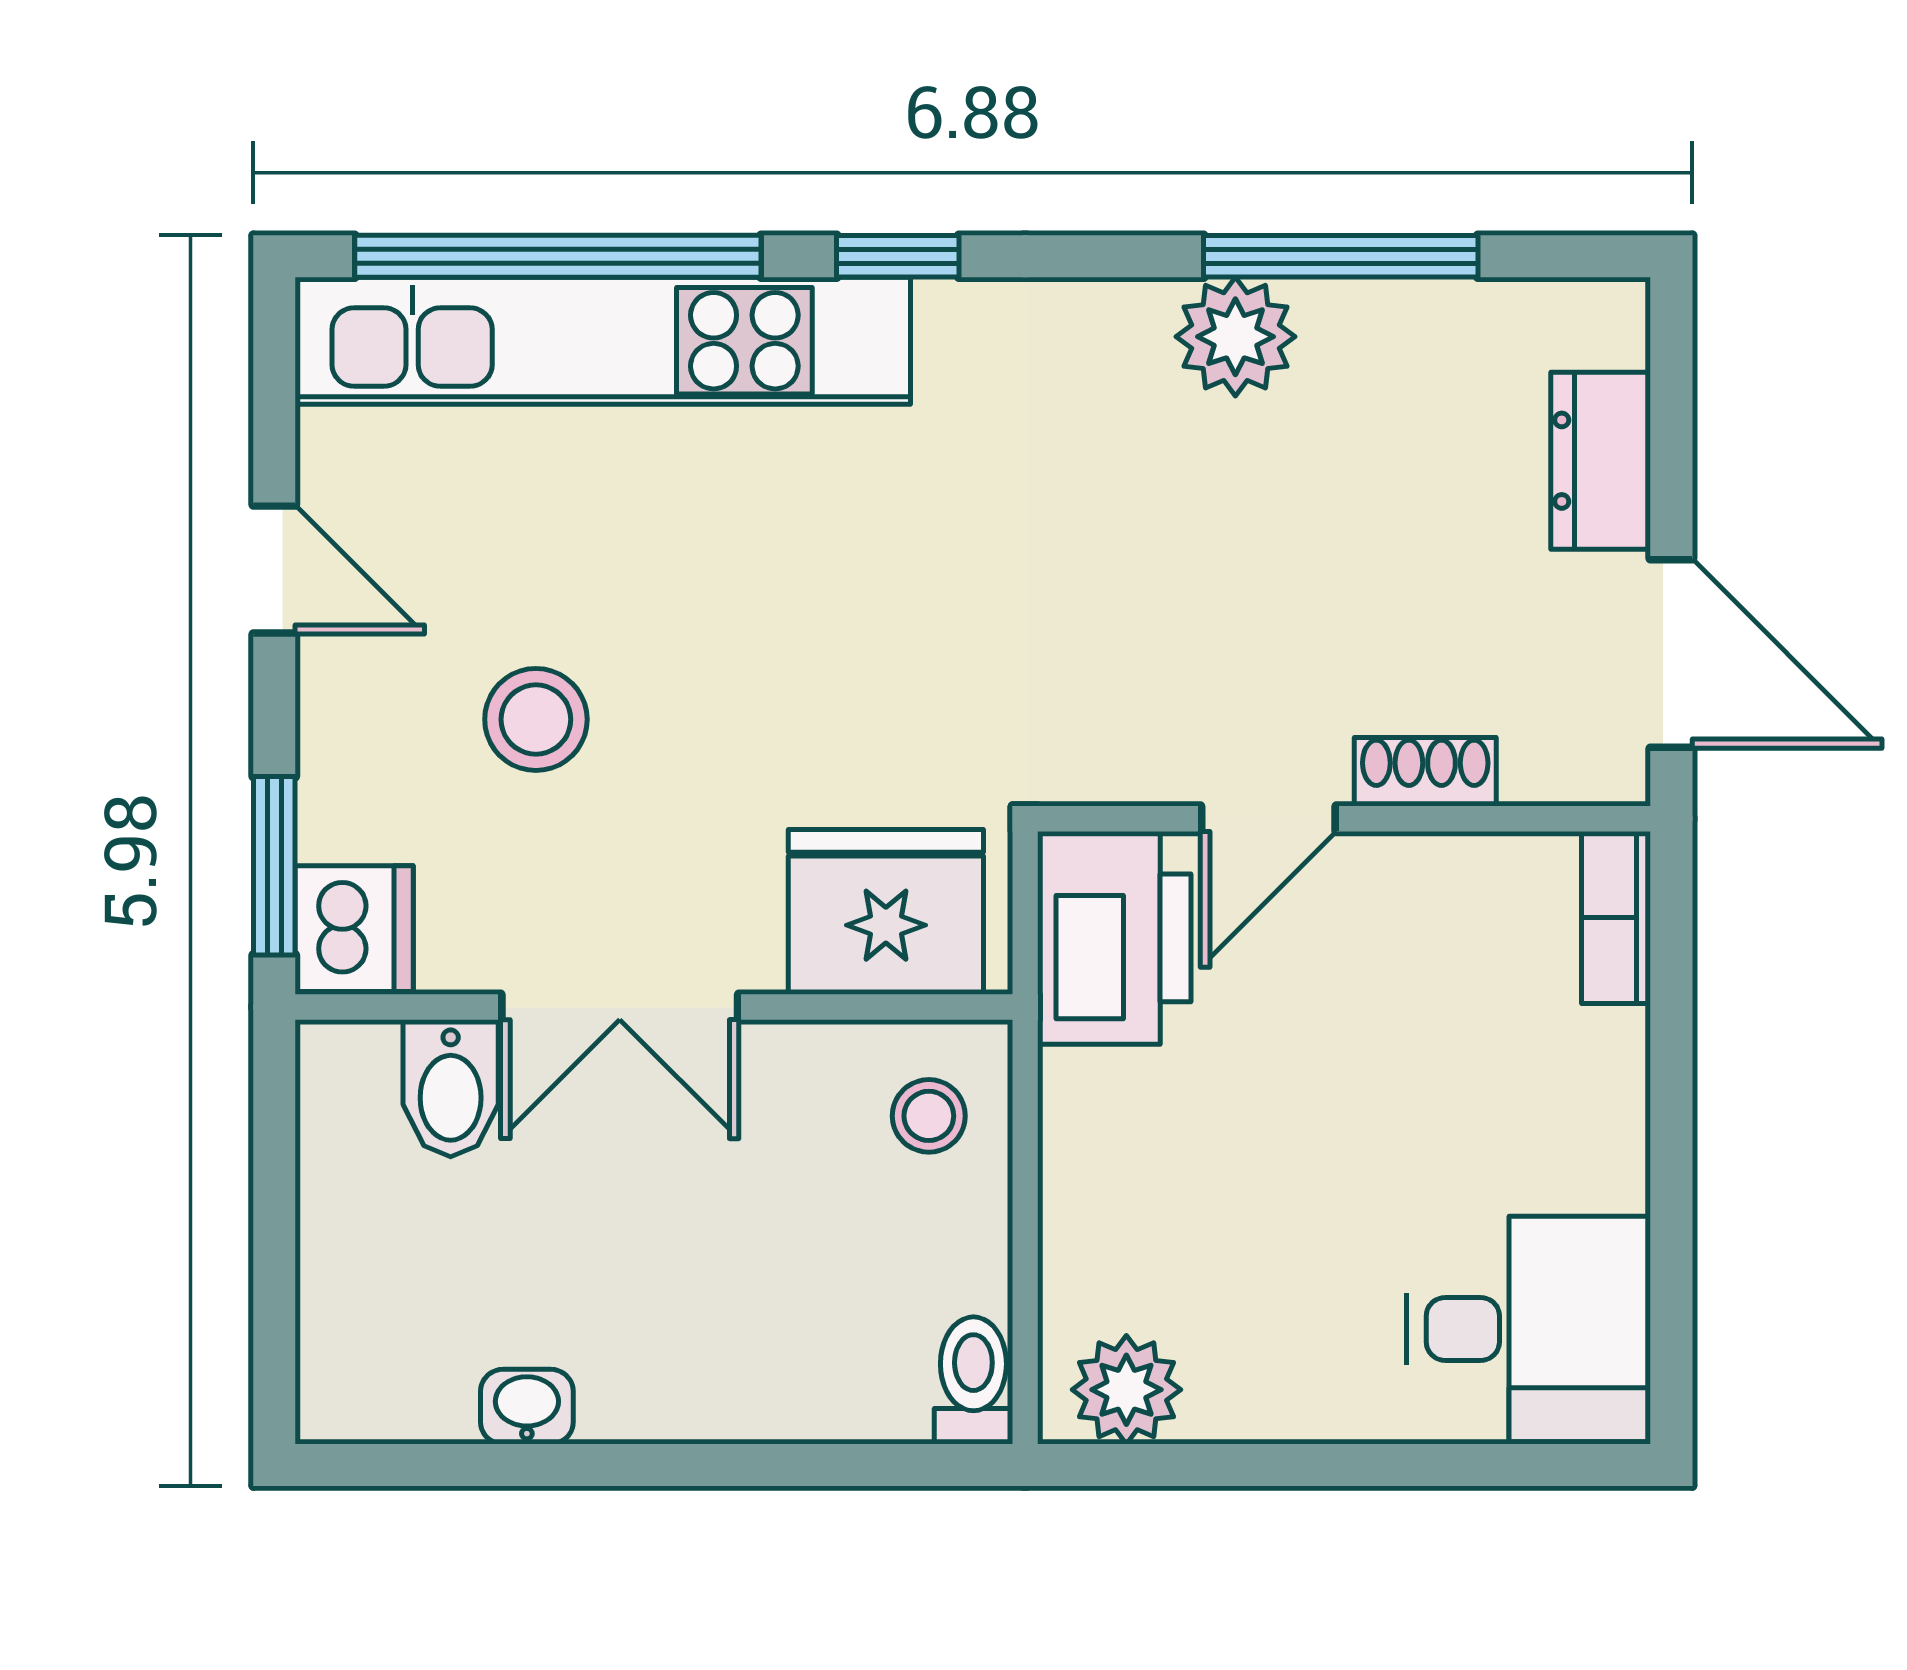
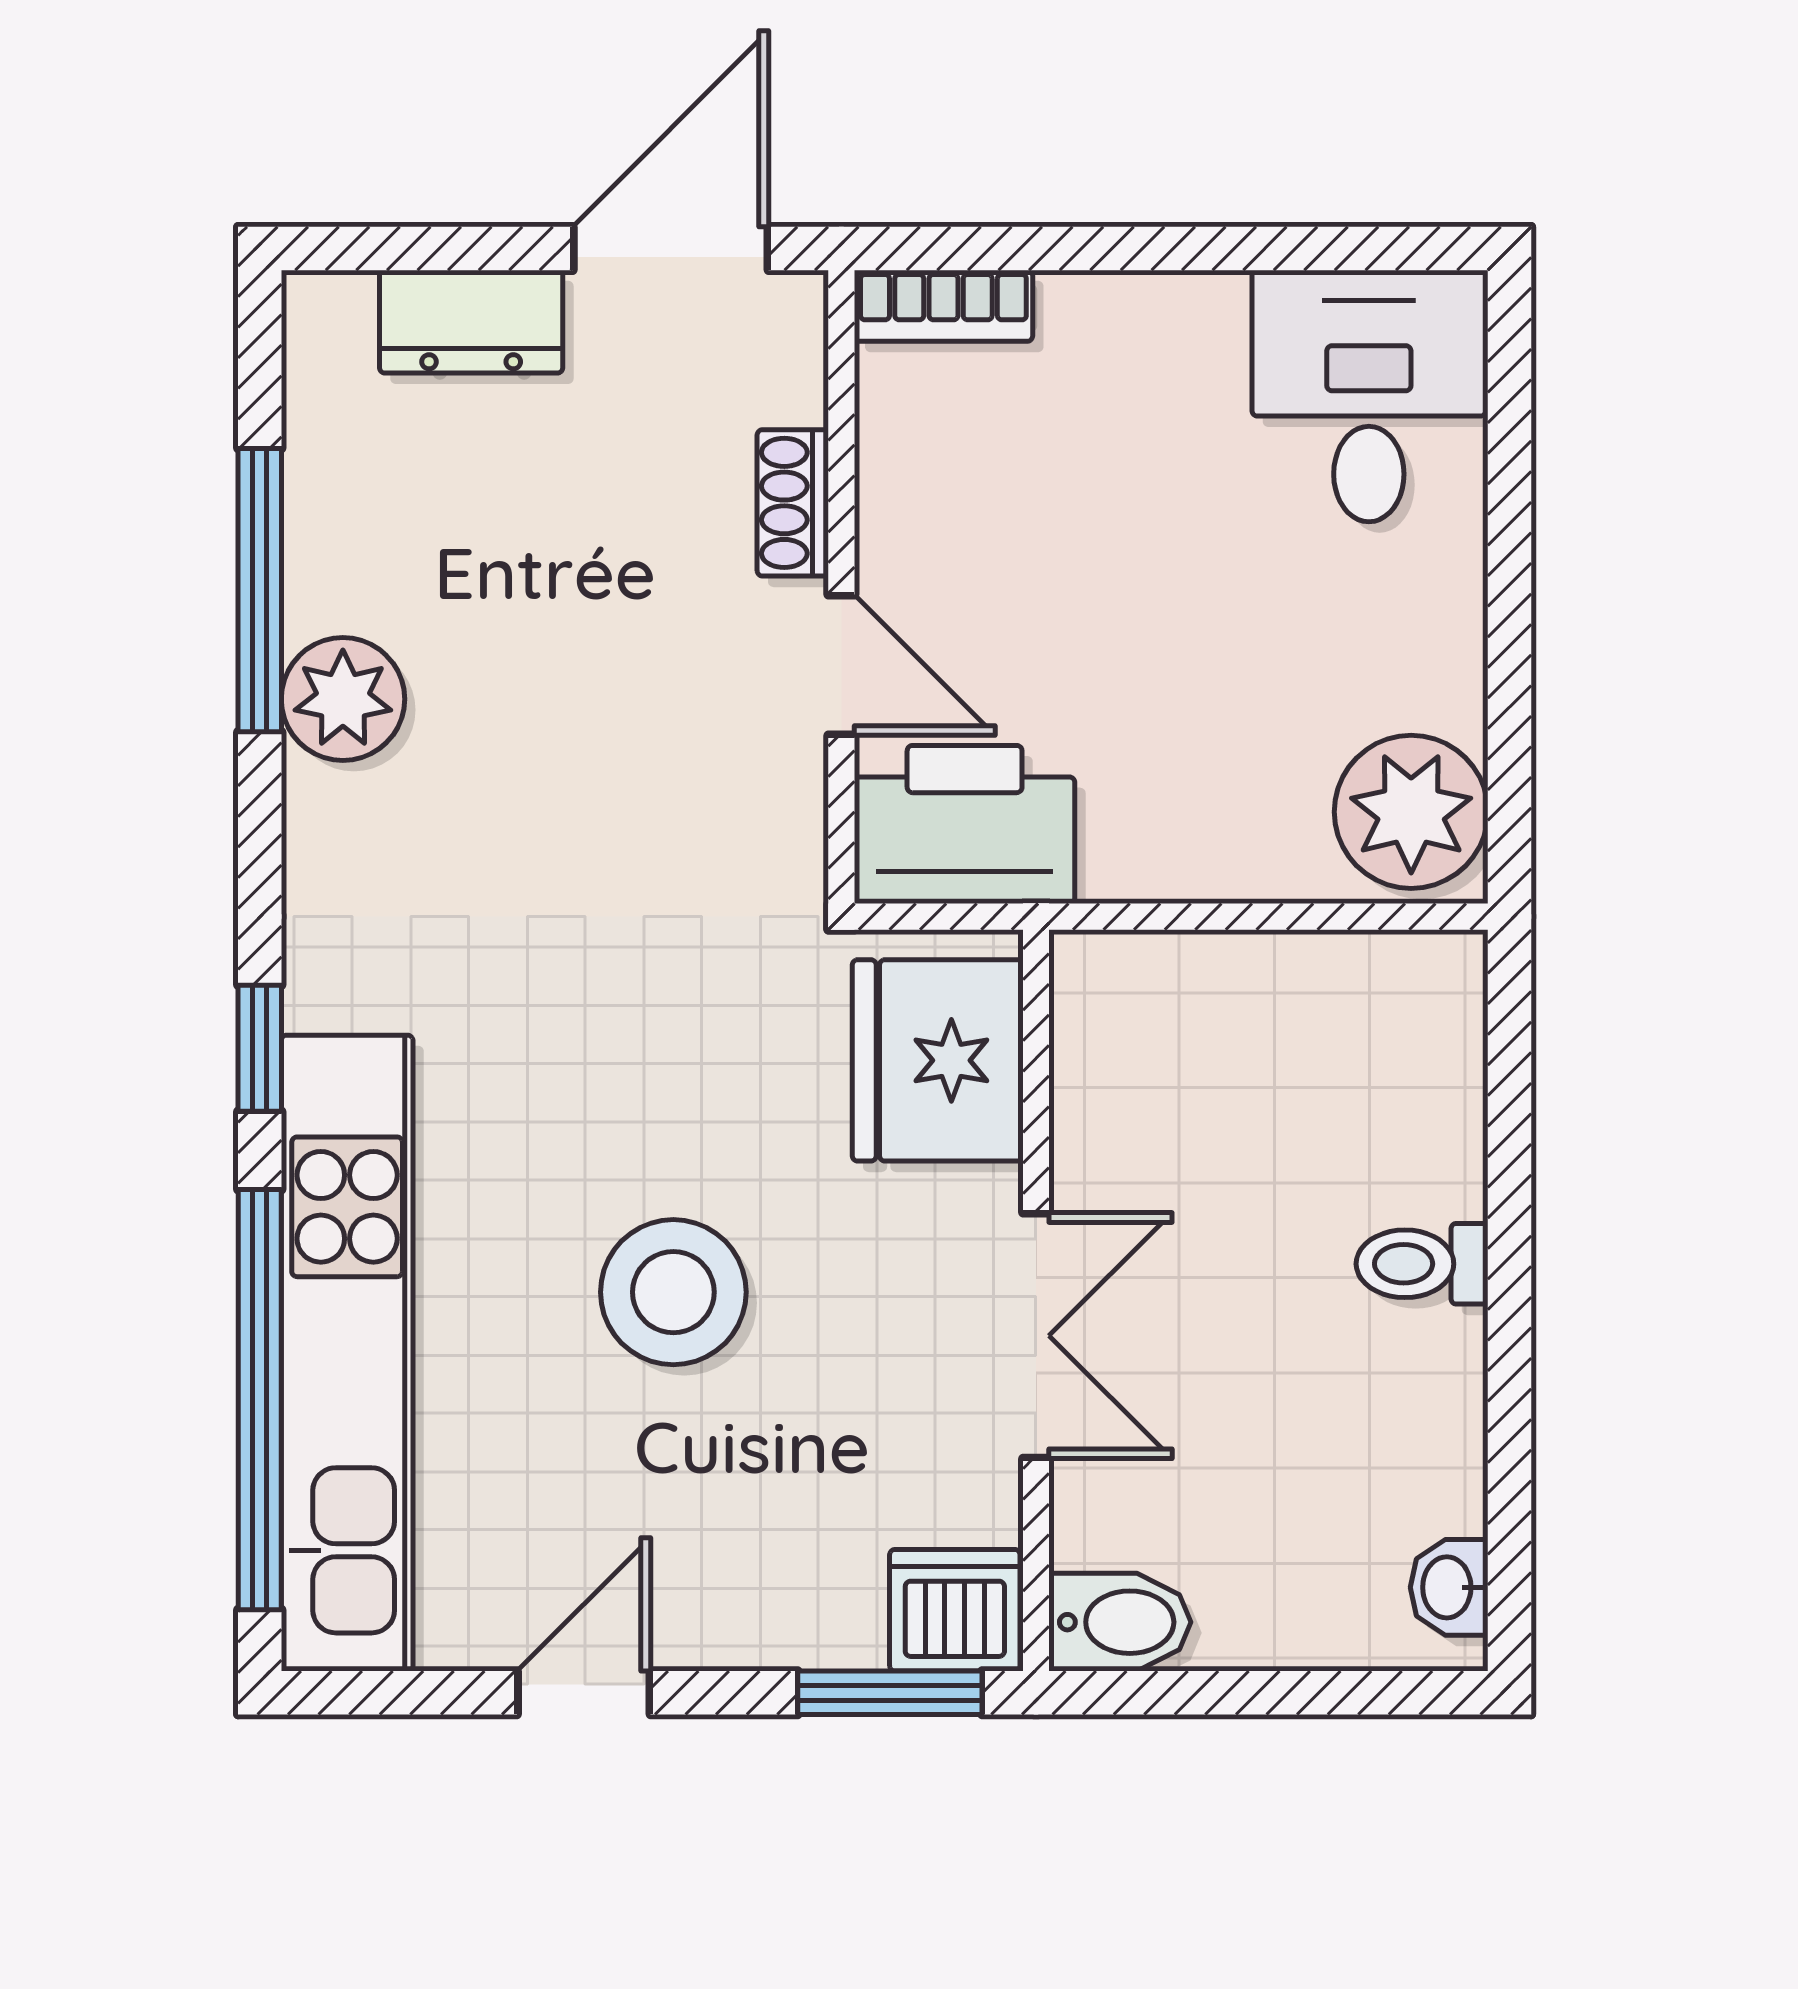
stool: (536, 719) -> (673, 1292), moved, width x1.38, depth x1.38
bidet: (451, 1088) -> (1120, 1622), moved
stool: (929, 1116) -> (1149, 1016), removed
toilet: (973, 1380) -> (1422, 1264), moved
plant: (1126, 1390) -> (1411, 812), width x1.36, depth x1.36
washbasin: (527, 1407) -> (1449, 1587), moved

